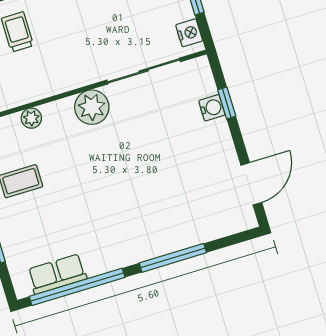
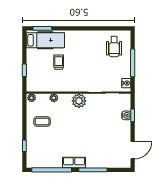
row of seats: (57, 274) -> (74, 163), moved

